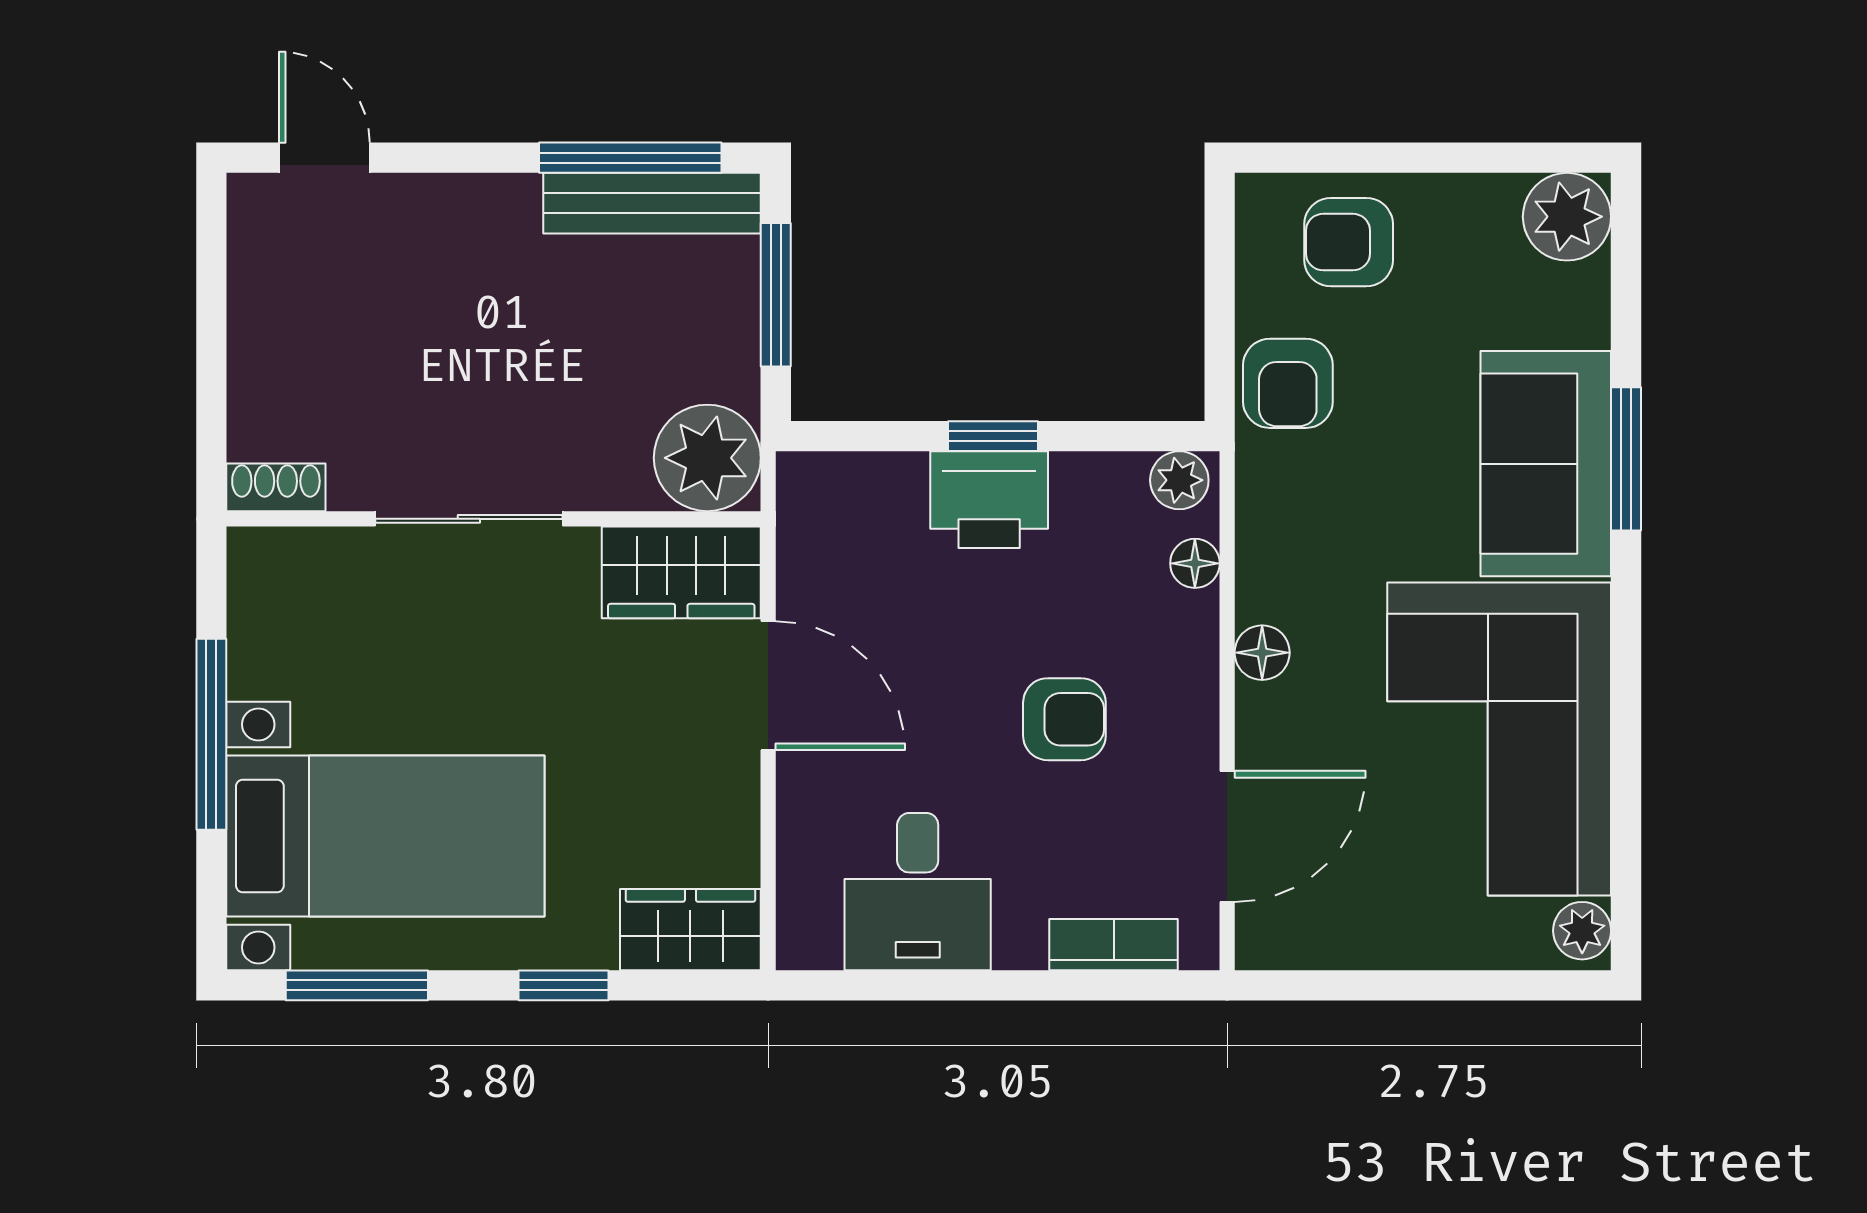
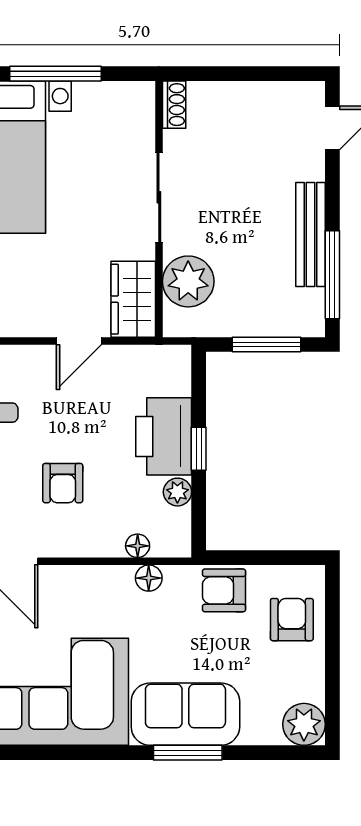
bench: (652, 203) -> (310, 235), moved
plant: (707, 458) -> (188, 281), moved
plant: (1179, 480) -> (177, 492), moved
printer: (989, 500) -> (164, 436), width x1.37, depth x1.19
floor lamp: (1262, 653) -> (149, 578), moved
door: (768, 686) -> (79, 341), width x0.73

